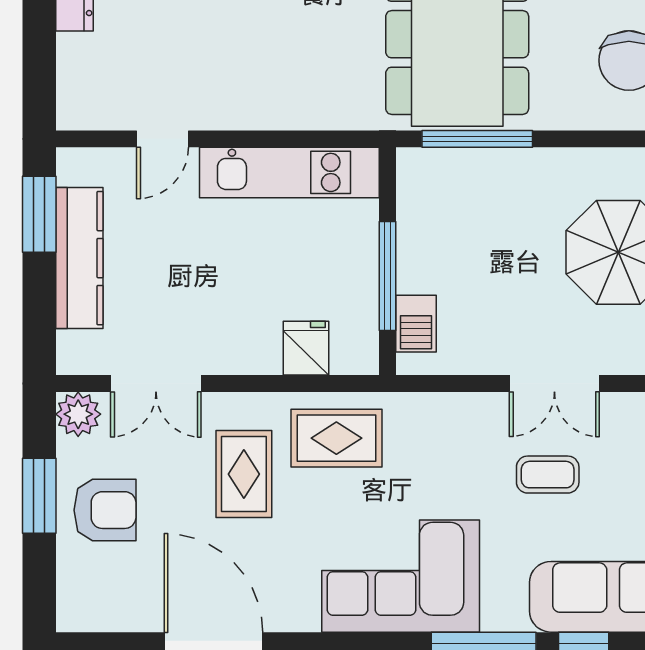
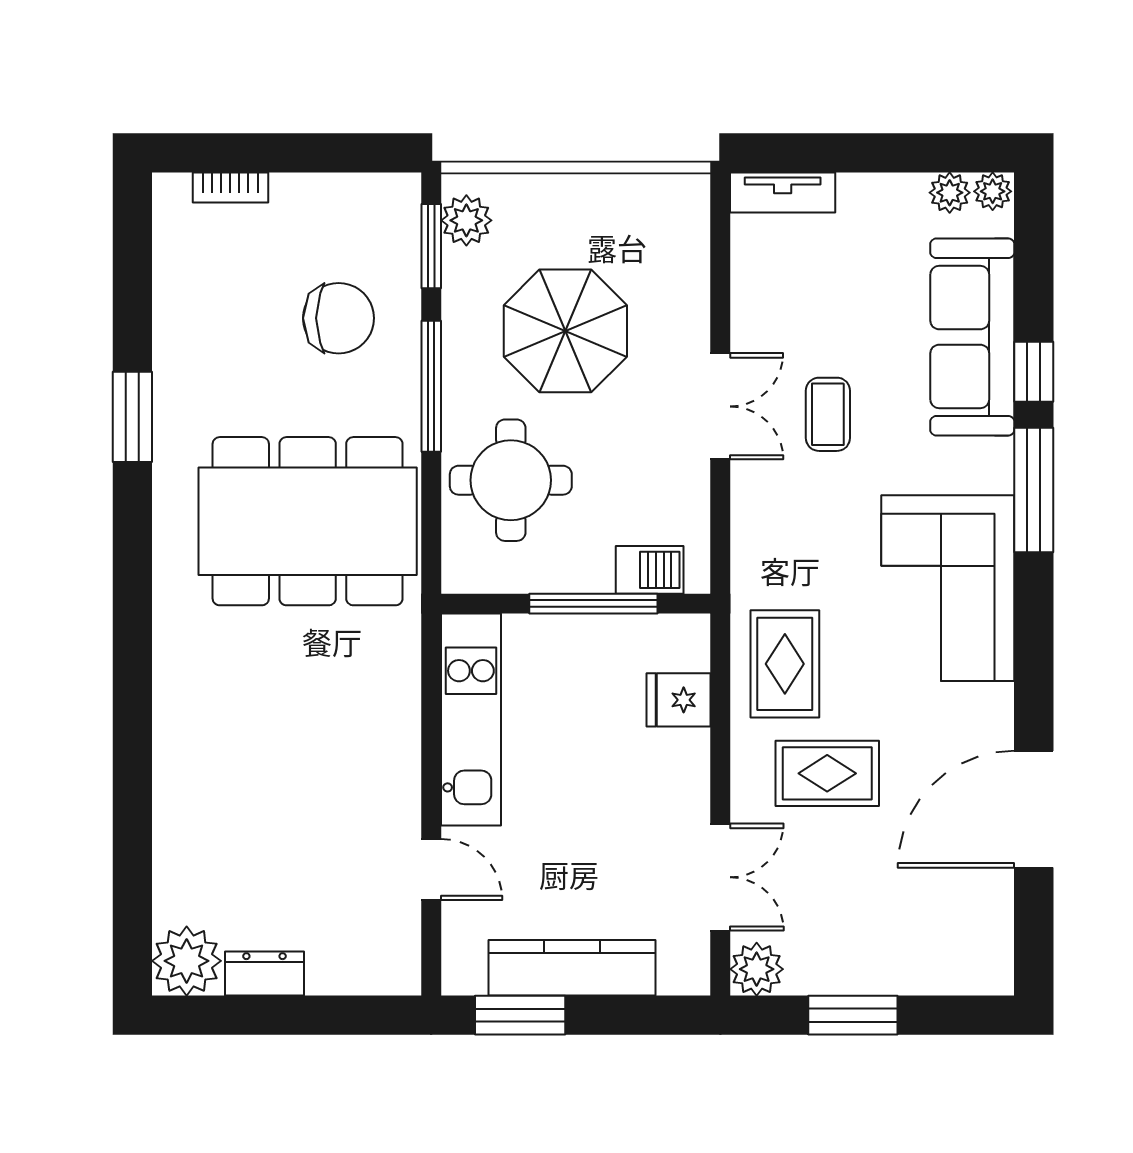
window: (477, 139) -> (431, 386), moved
round table: (492, 206) -> (511, 480), added
armchair: (105, 510) -> (870, 937), removed

